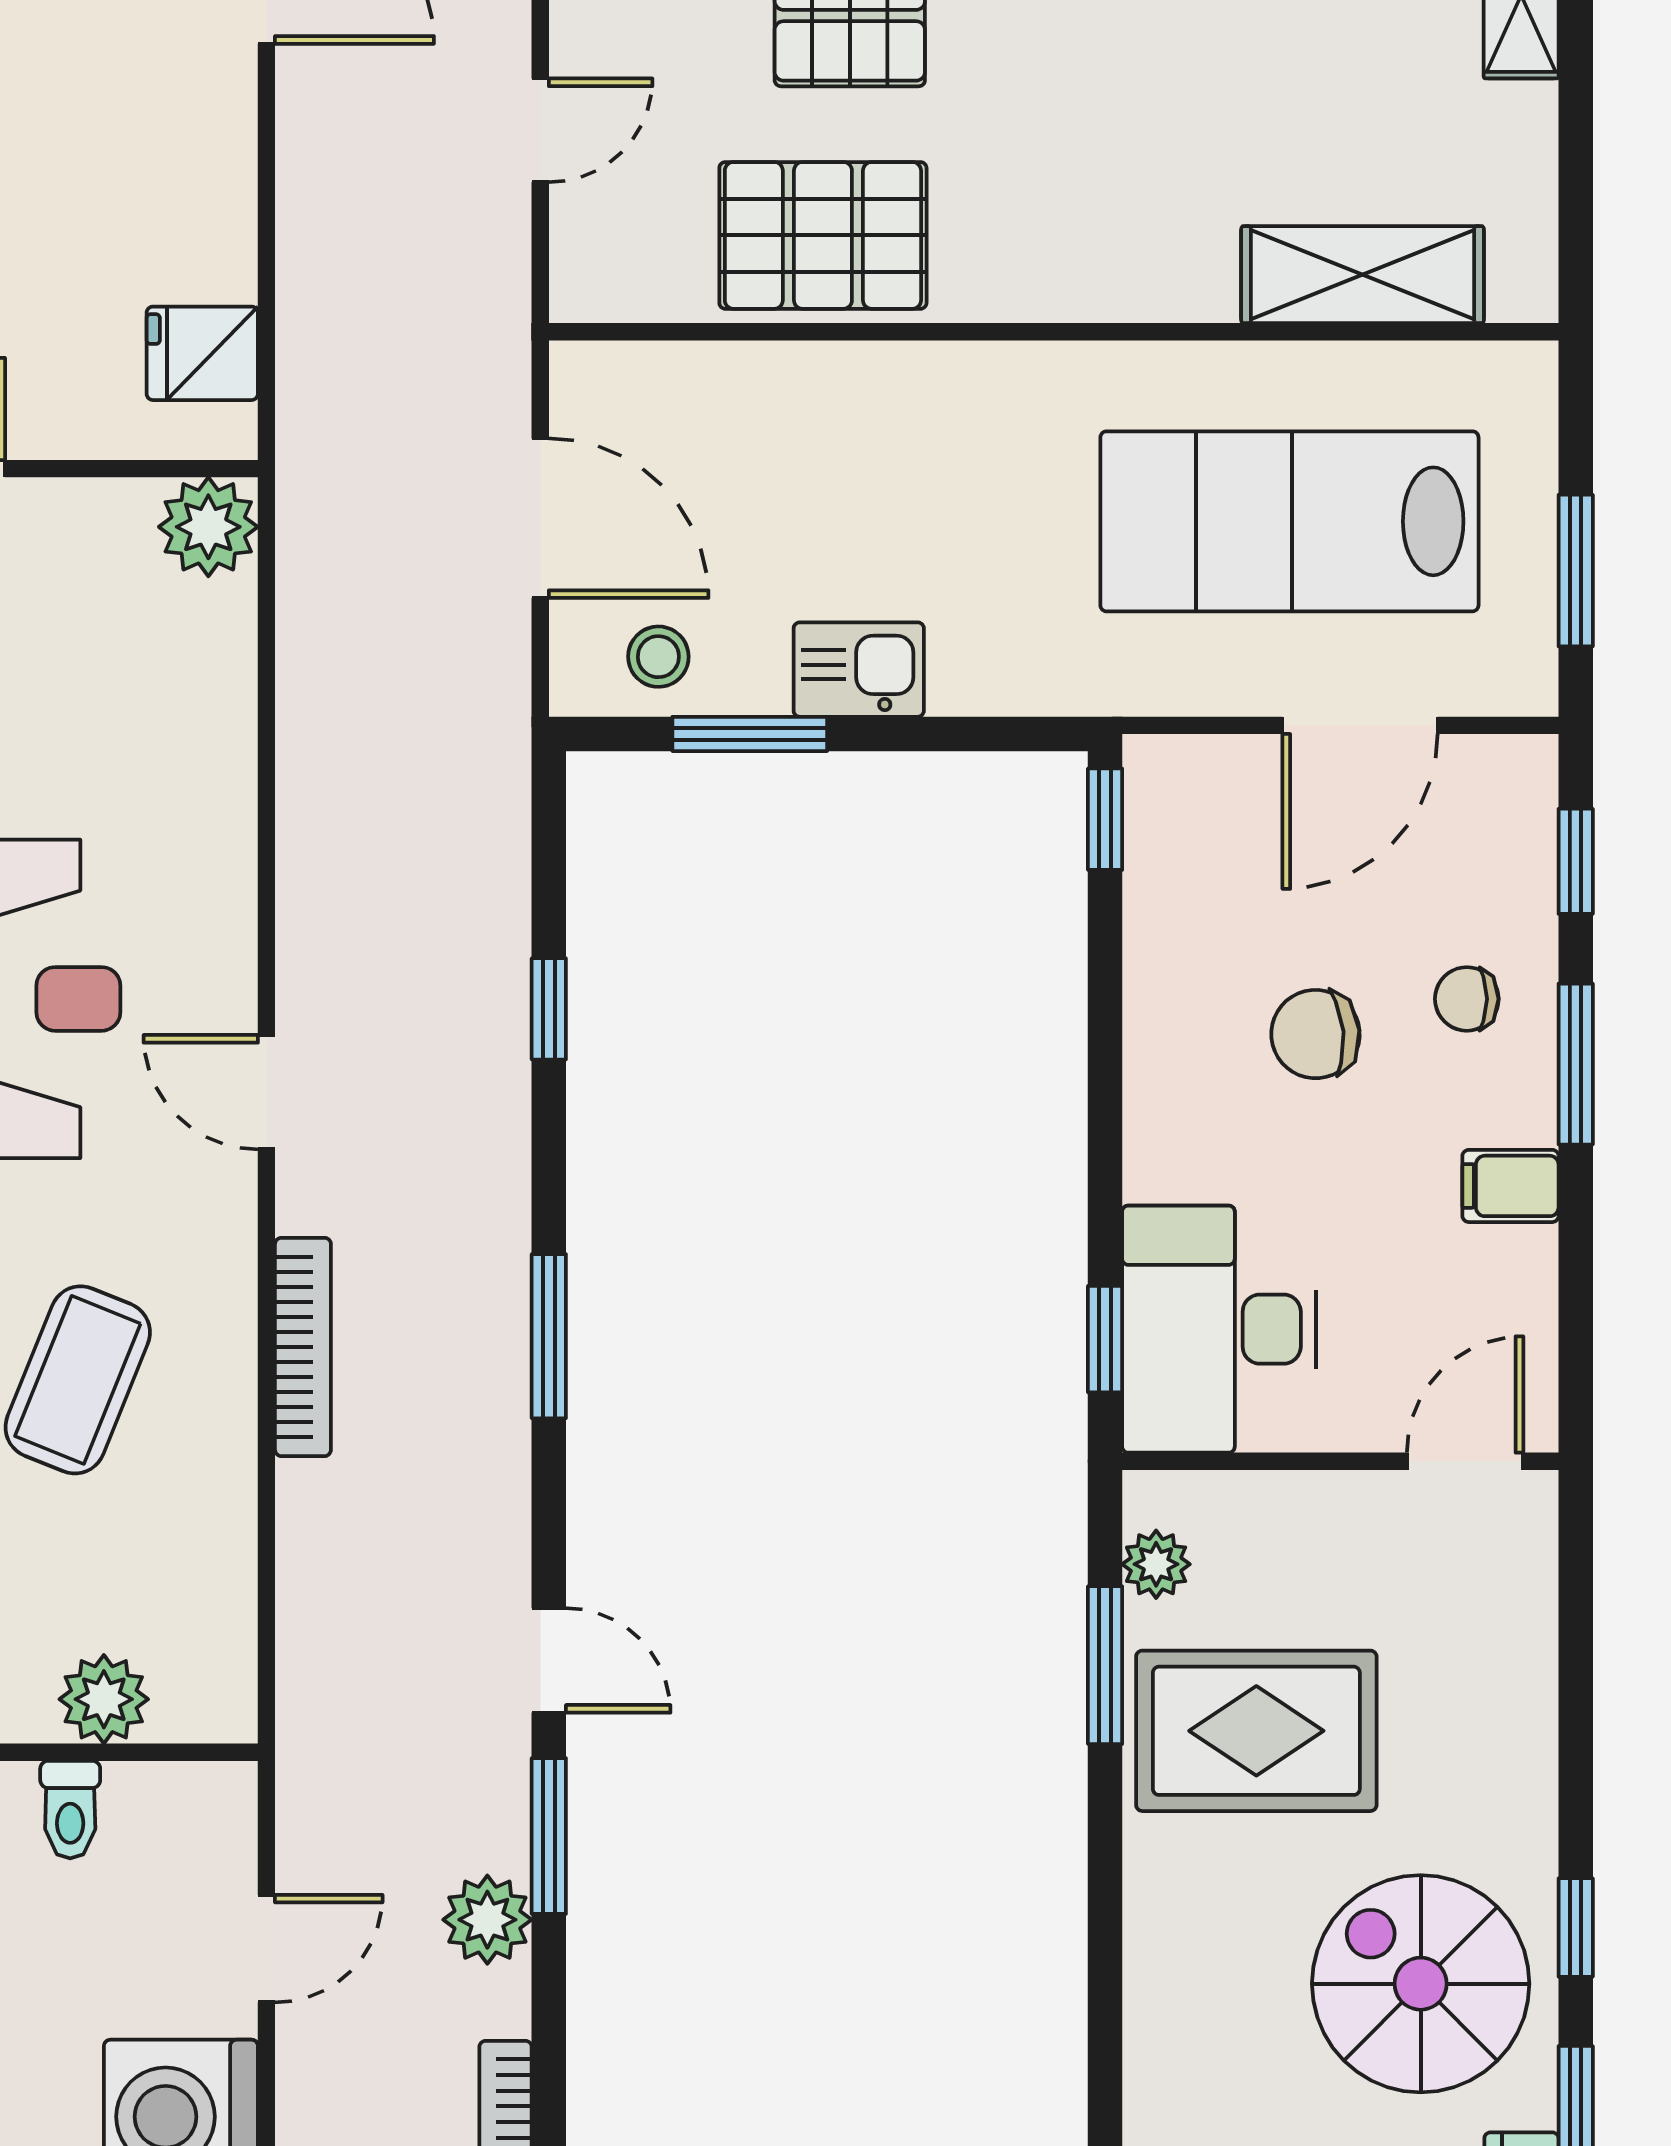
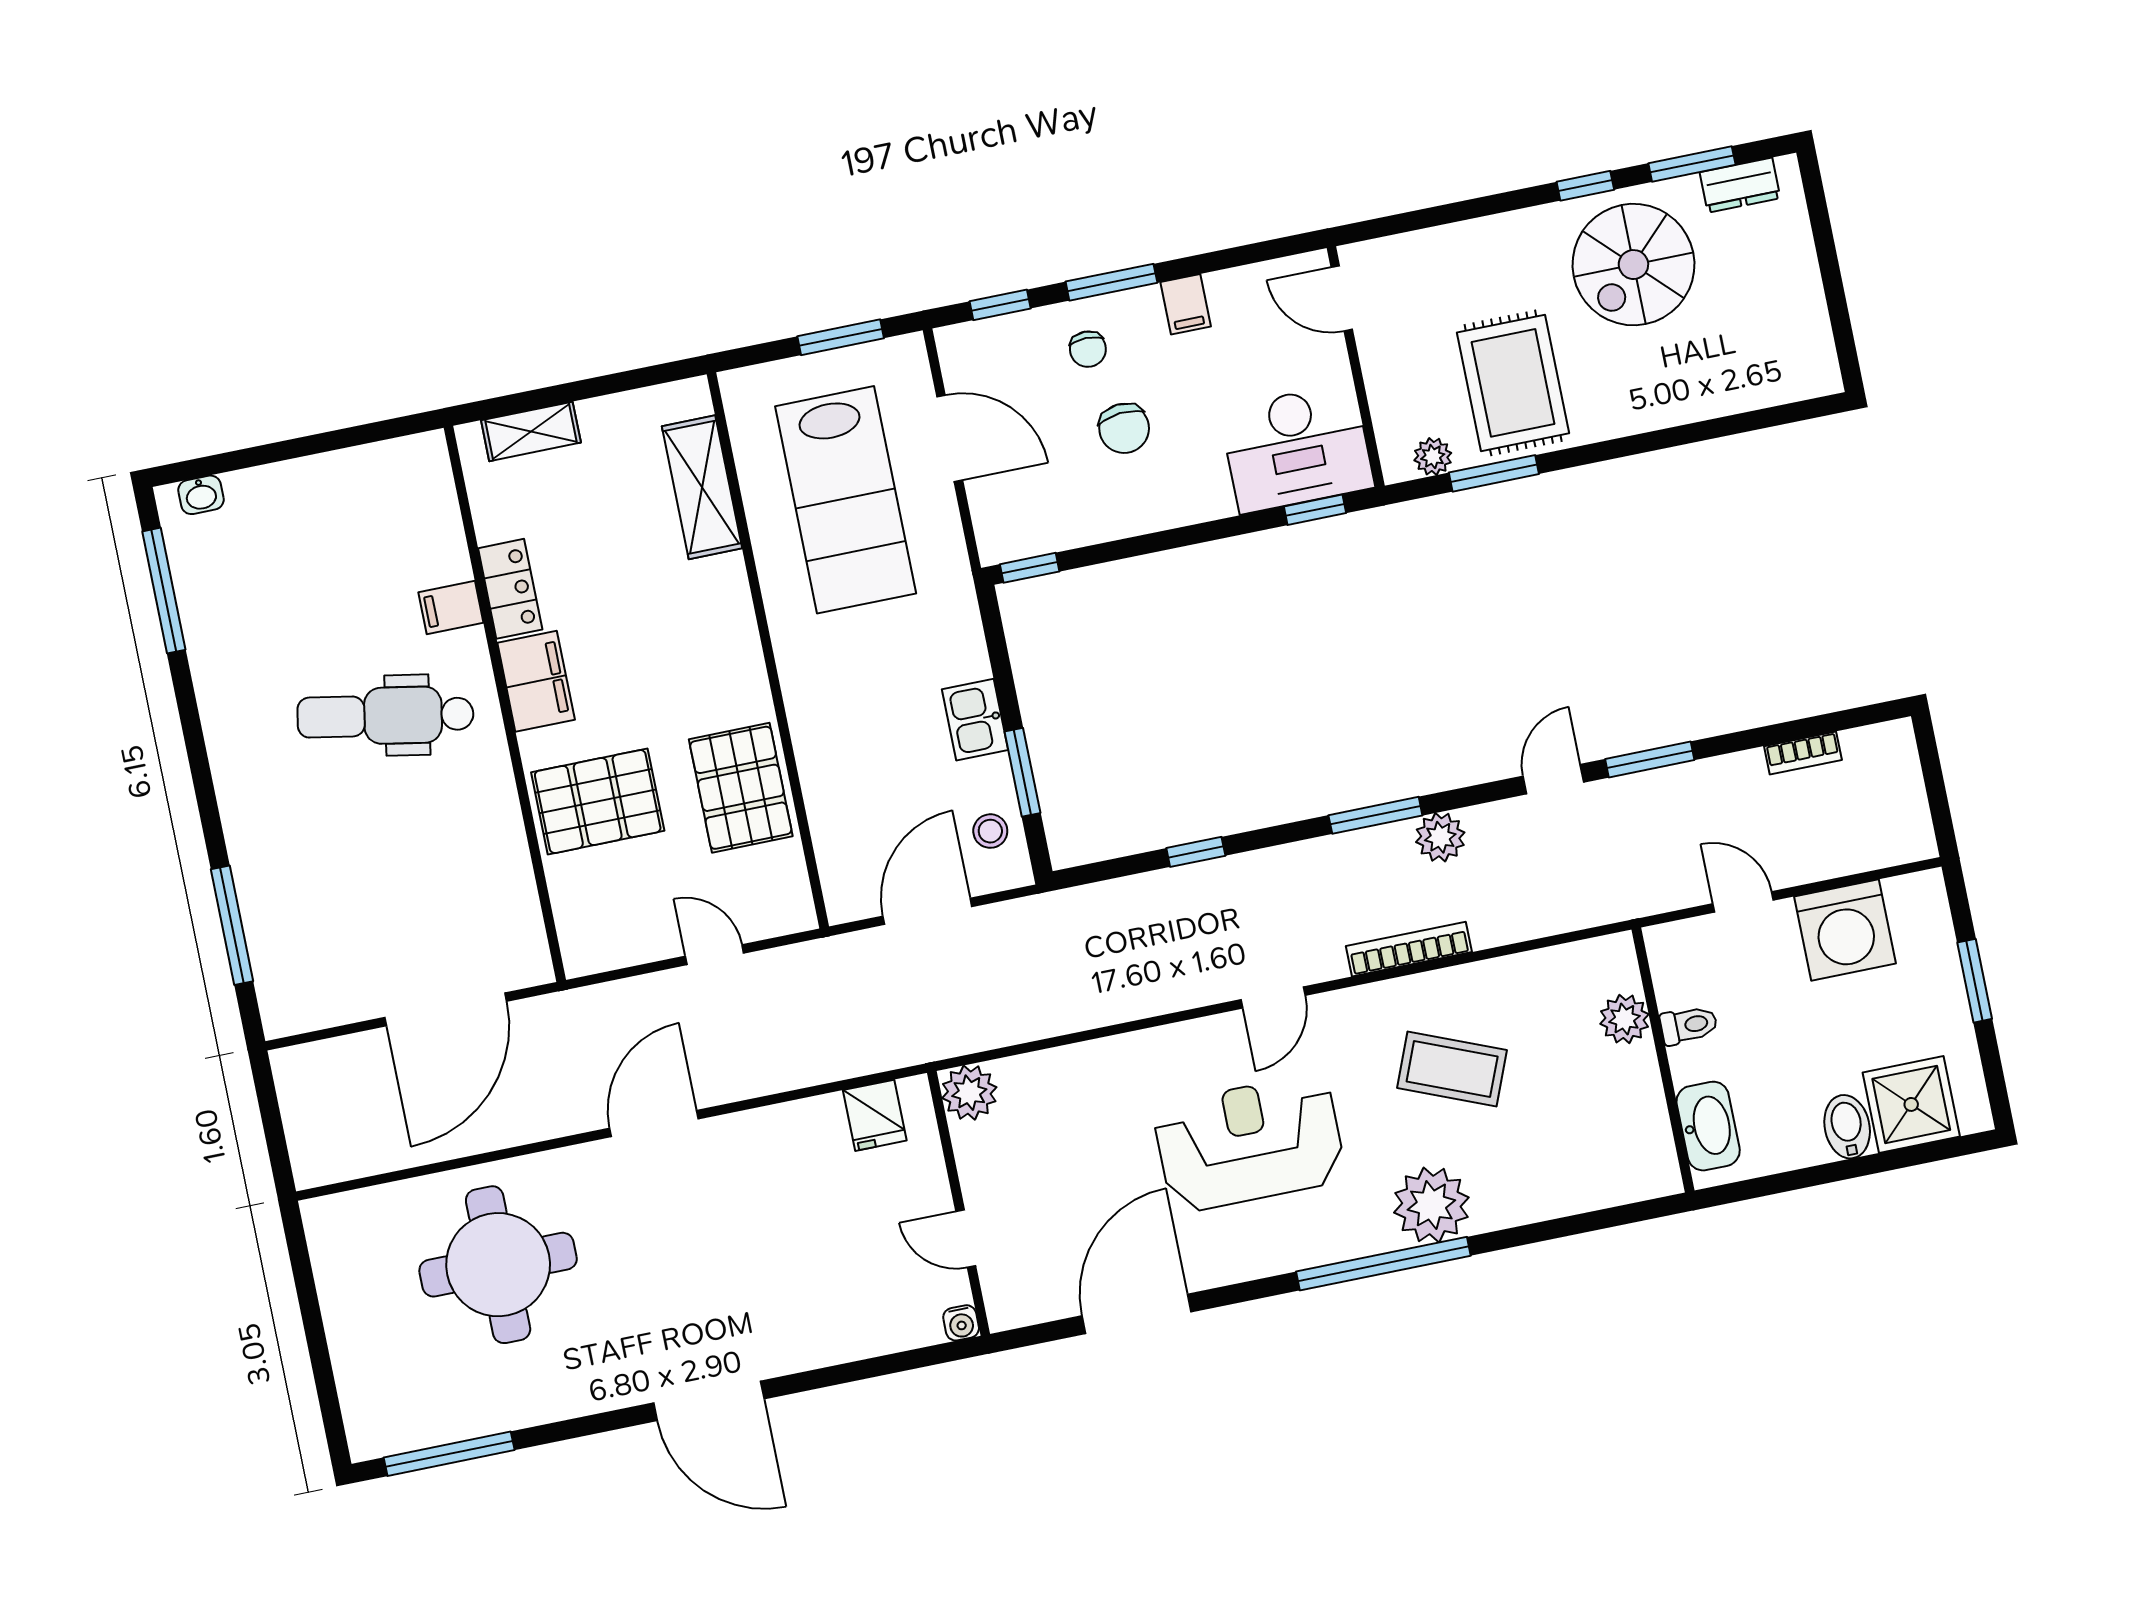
plant: (487, 1920) -> (1440, 837), moved

